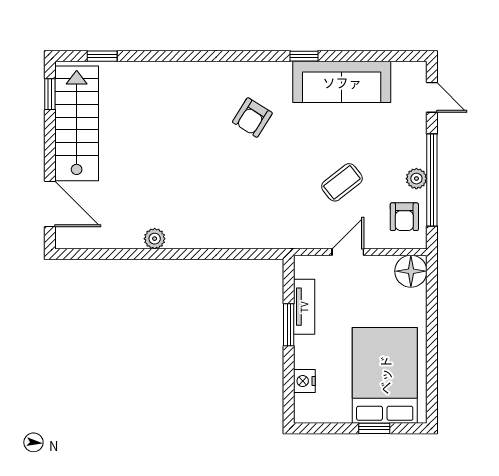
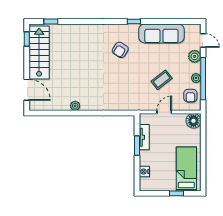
window: (304, 56) -> (134, 22), moved
plant: (413, 132) -> (195, 56), added
bed: (385, 375) -> (186, 169), width x0.67

